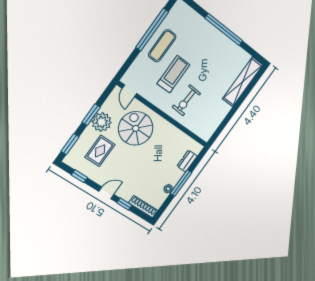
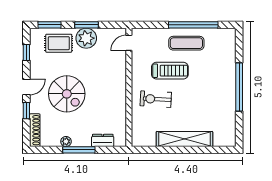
shelving: (243, 82) -> (184, 139), moved
spiral stairs: (136, 128) -> (67, 94), moved, turned 90
rug: (100, 151) -> (59, 43), moved
door: (106, 193) -> (26, 87), hinge flipped

